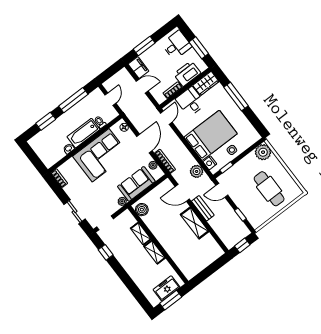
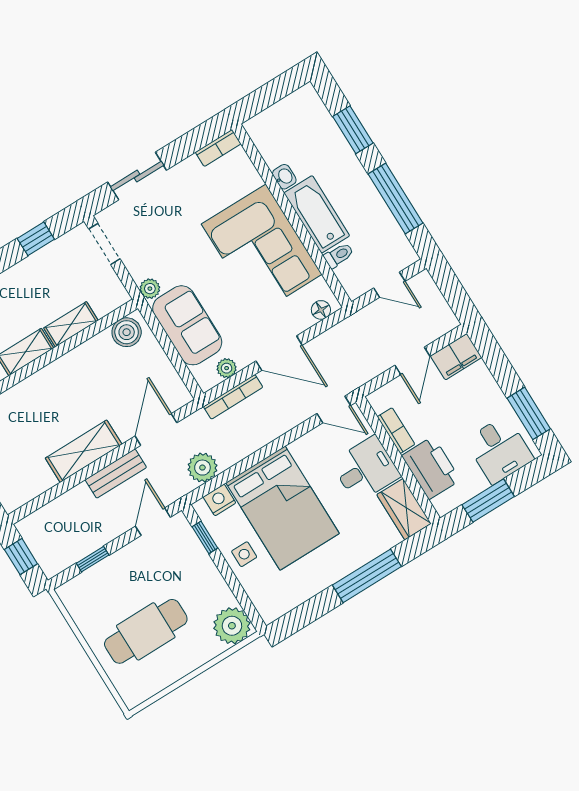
window: (144, 46) -> (529, 413), moved

